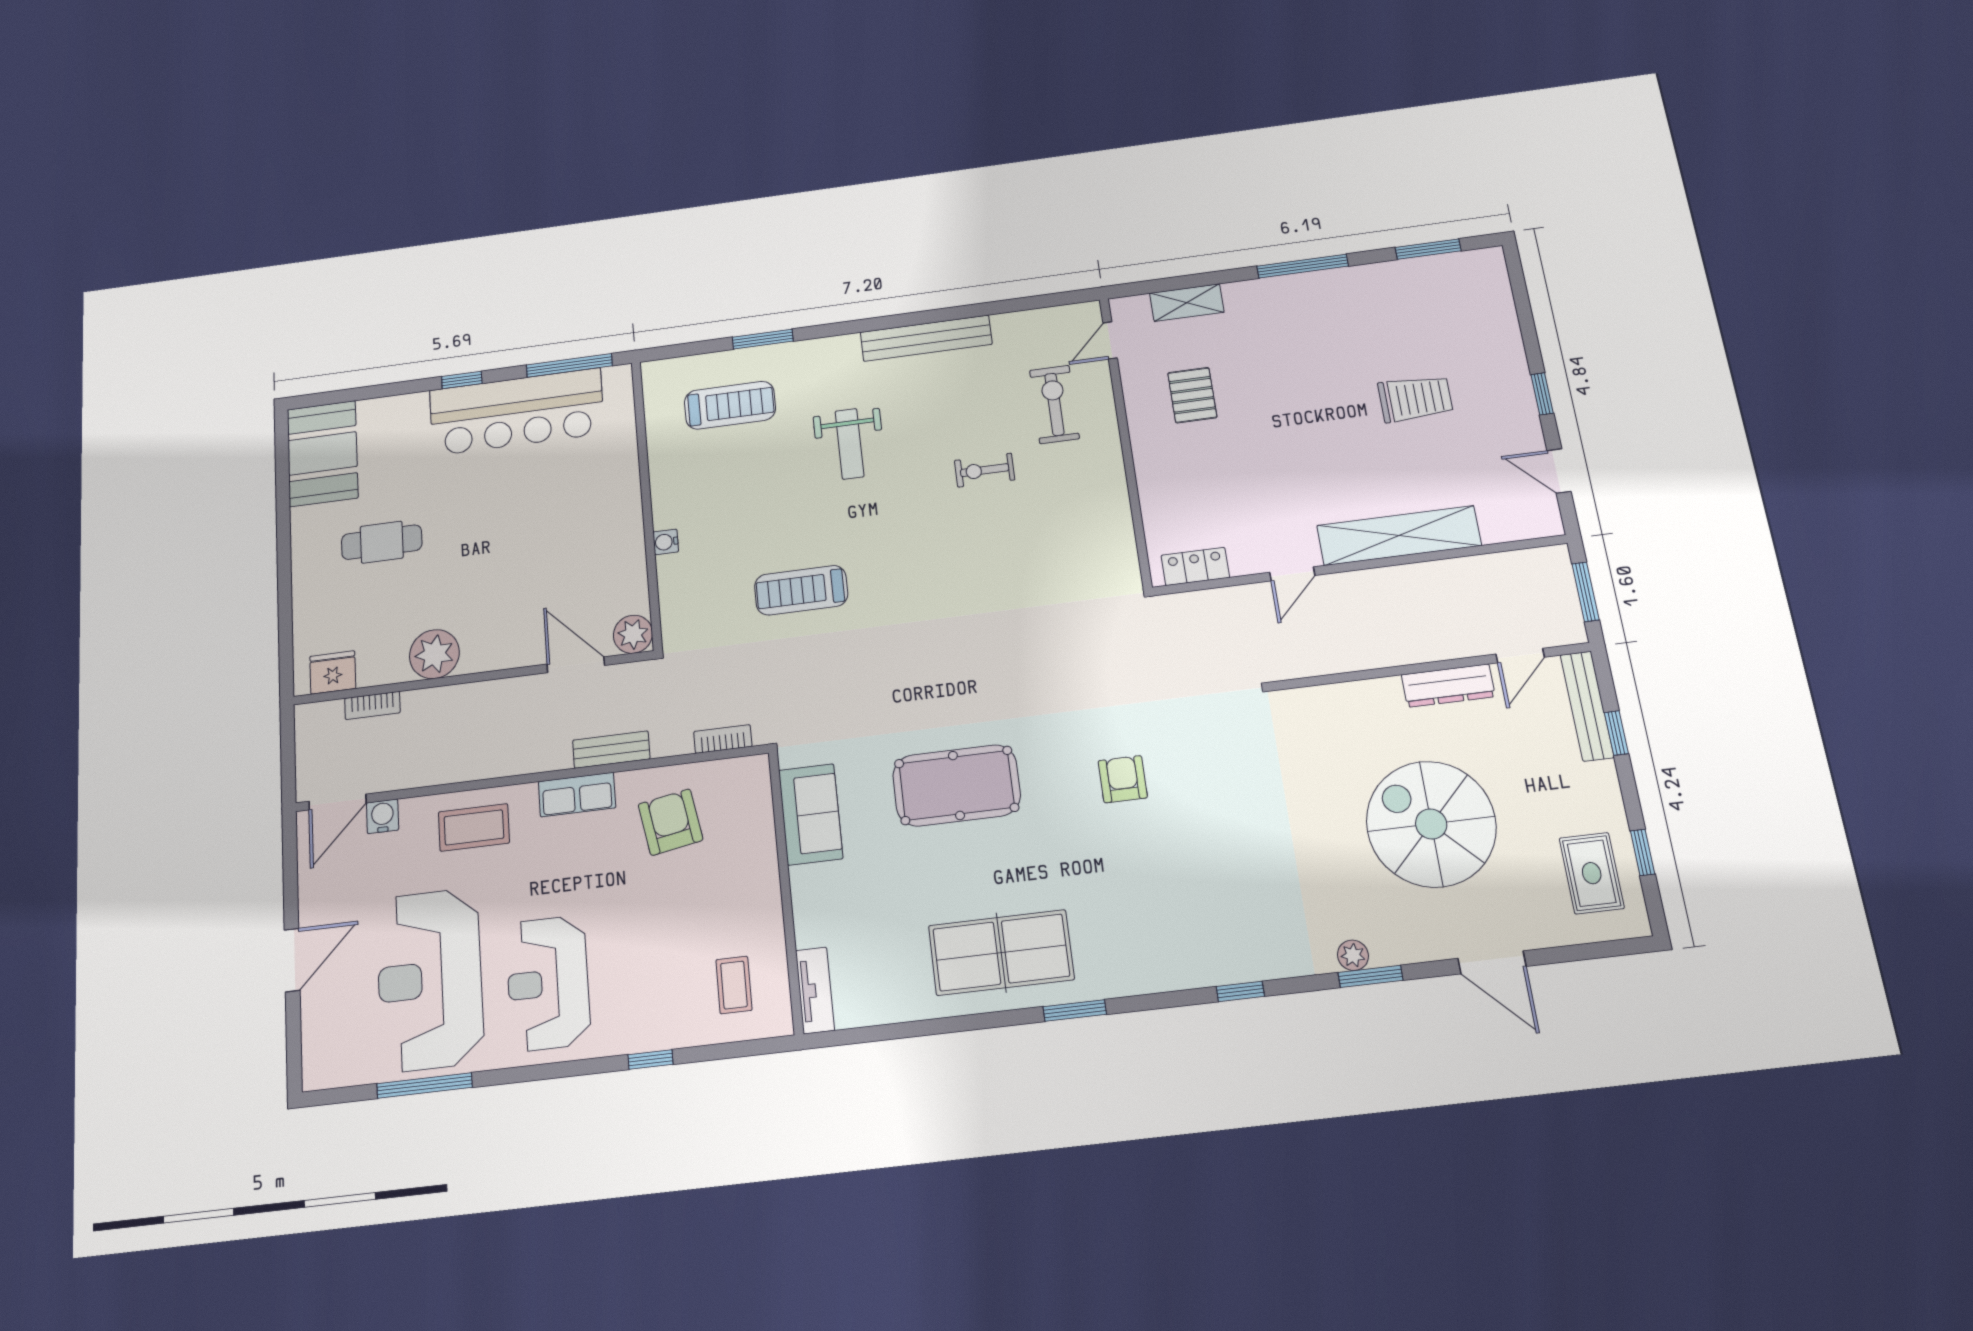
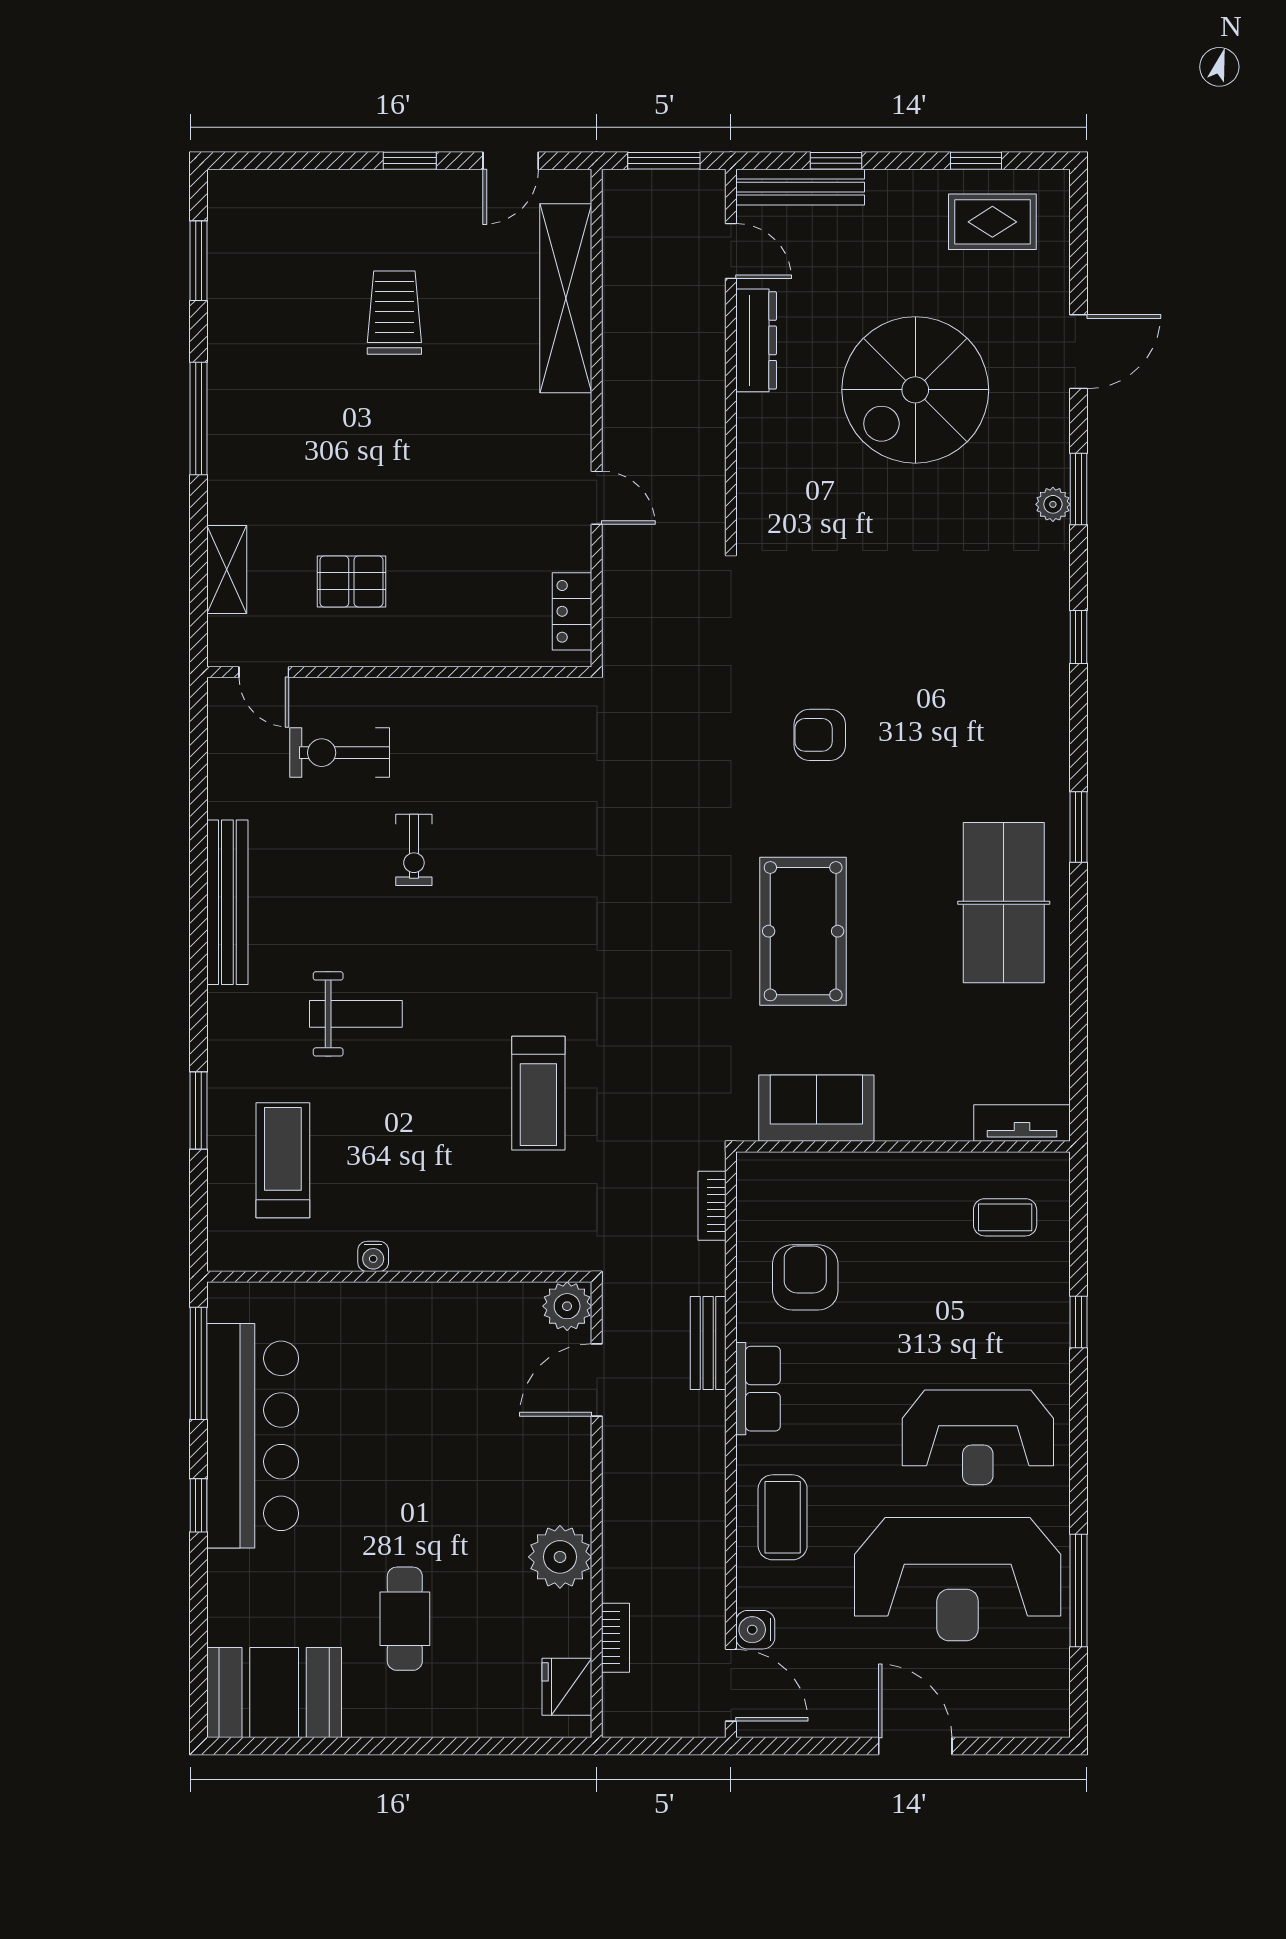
shelving: (1399, 536) -> (566, 298), moved
water cooler: (666, 542) -> (373, 1256), moved
armchair: (670, 822) -> (805, 1277), turned 100

